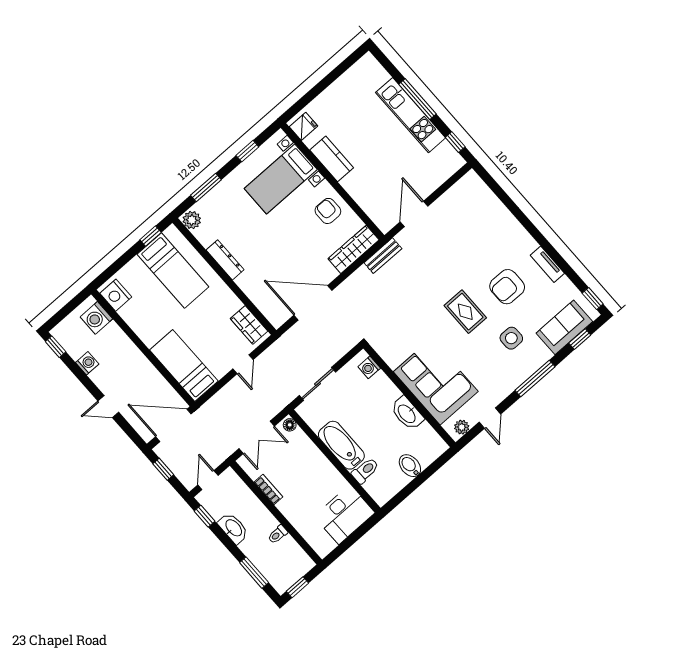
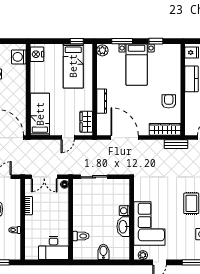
bed with nightstands: (281, 179) -> (137, 65), moved, turned -90
dresser: (225, 260) -> (102, 101), moved
washing machine: (369, 367) -> (124, 211), moved
bathtub: (341, 445) -> (80, 215), removed

